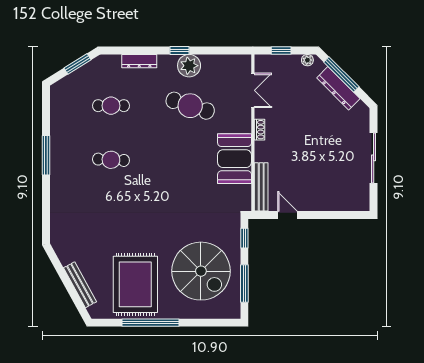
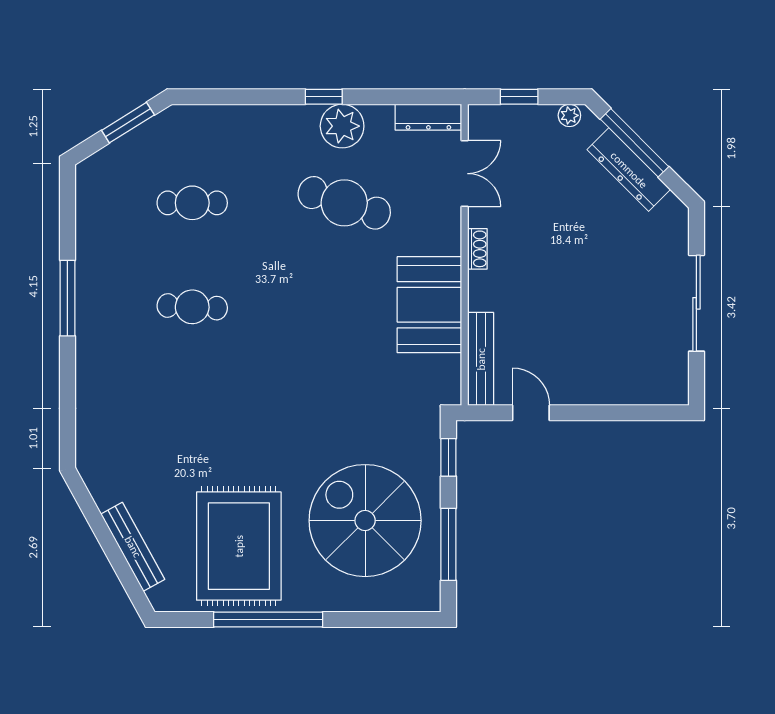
dresser: (139, 61) -> (428, 117), moved
spiral stairs: (201, 271) -> (365, 521), turned 180

